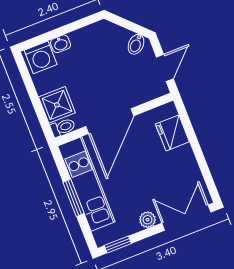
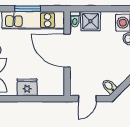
door: (165, 68) -> (87, 99), hinge flipped
fridge: (172, 133) -> (27, 87), moved

